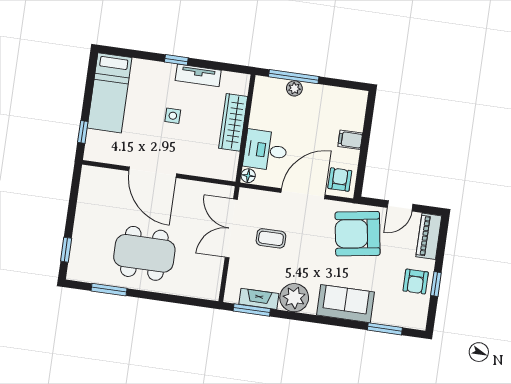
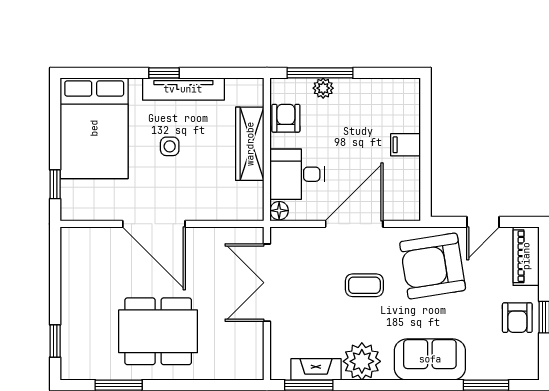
tv unit: (198, 75) -> (183, 89), width x1.41
bed: (110, 93) -> (94, 128), width x1.50
armchair: (340, 180) -> (286, 118), moved
coffee table: (271, 238) -> (364, 285), moved

